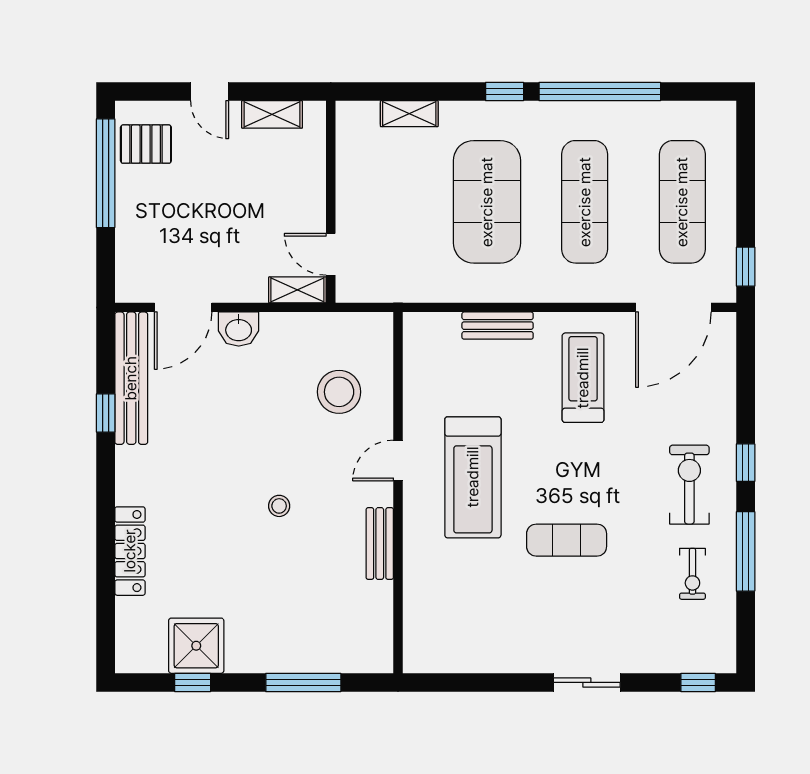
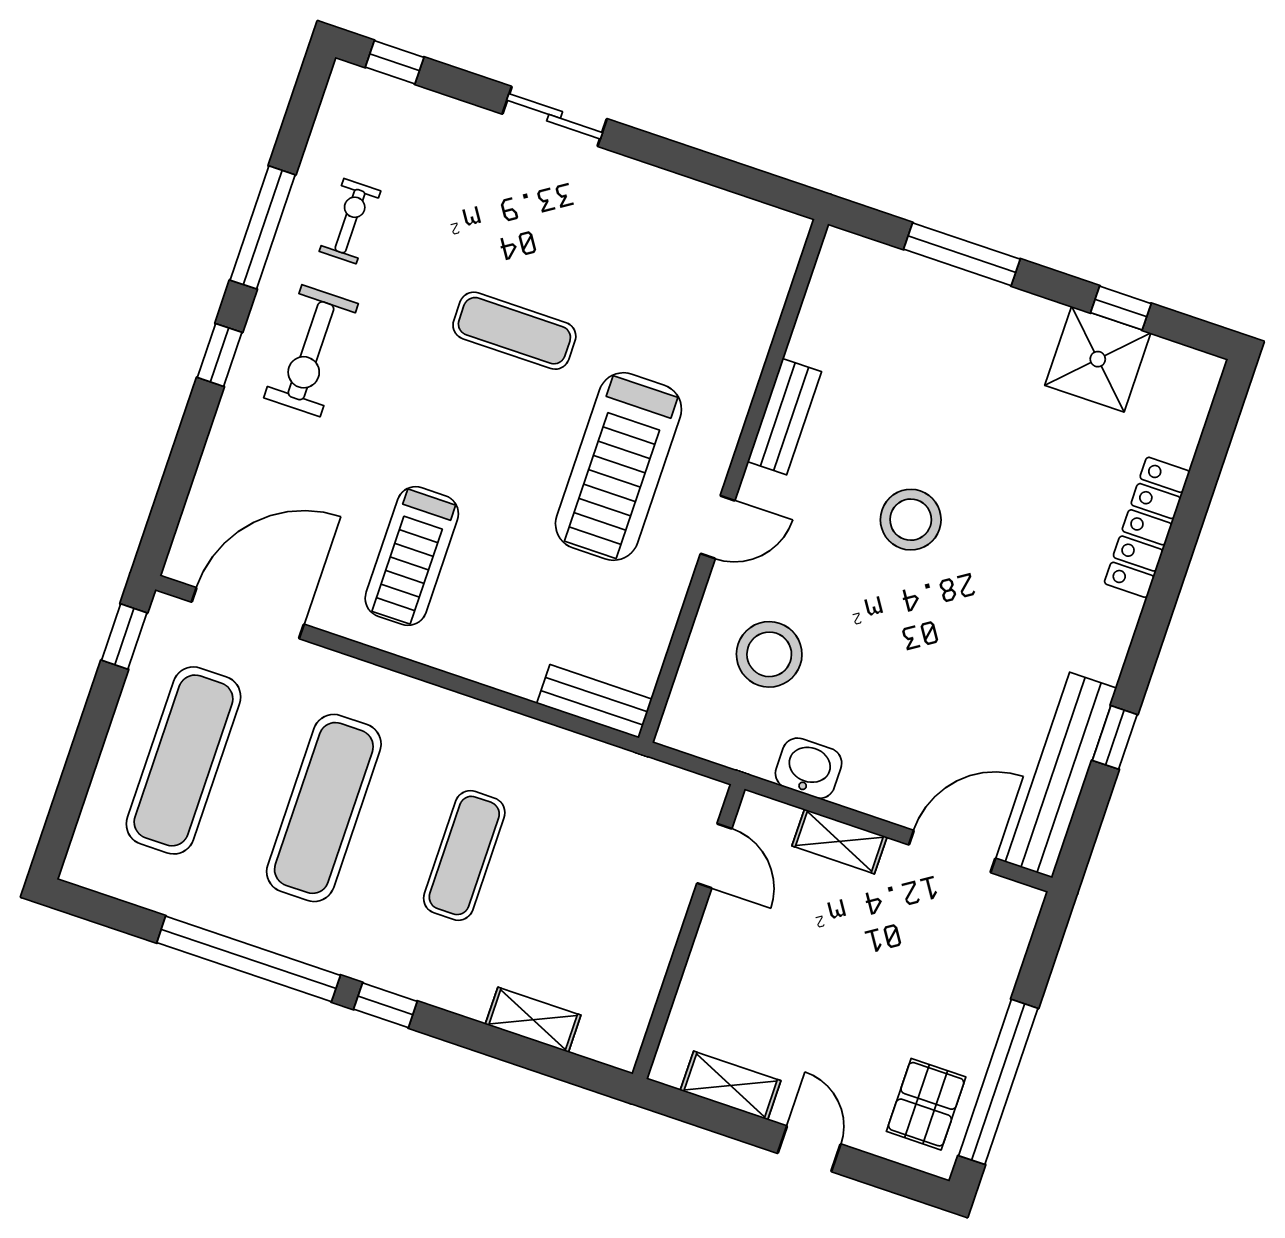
pallet: (146, 144) -> (926, 1104), turned 90
exercise mat: (487, 202) -> (464, 855), width x0.50, depth x0.69
shelving: (297, 290) -> (839, 841), moved
bench: (498, 326) -> (594, 701), moved
washbasin: (239, 329) -> (809, 768), moved
treadmill: (473, 477) -> (618, 467), turned 180
stool: (279, 506) -> (911, 520), width x1.89, depth x1.89

